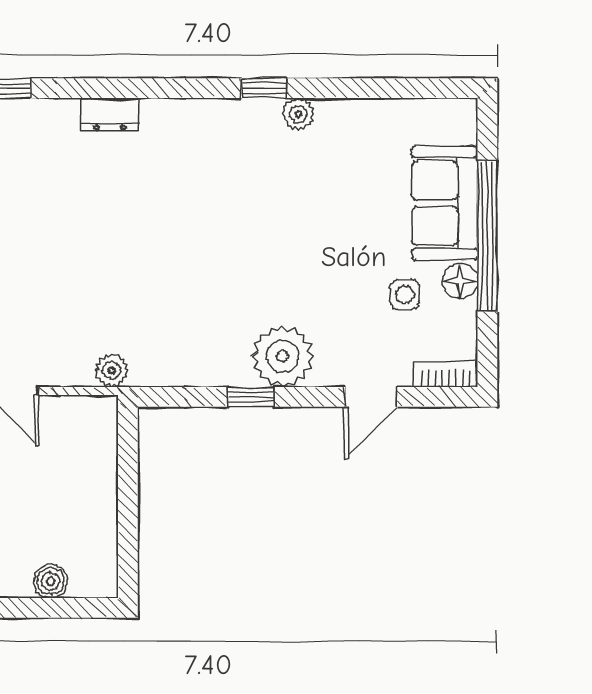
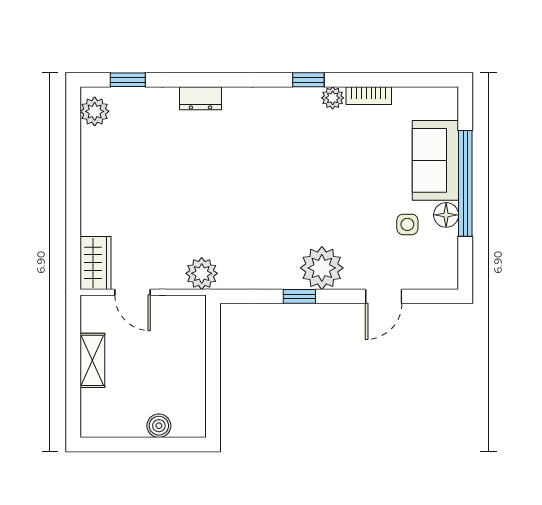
plant: (112, 371) -> (202, 273), width x1.38, depth x1.38
bookcase: (445, 374) -> (369, 96), moved, turned 180

